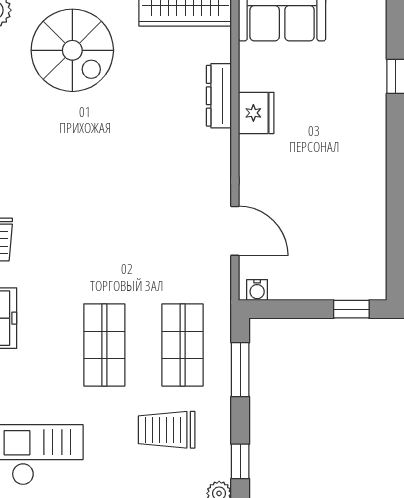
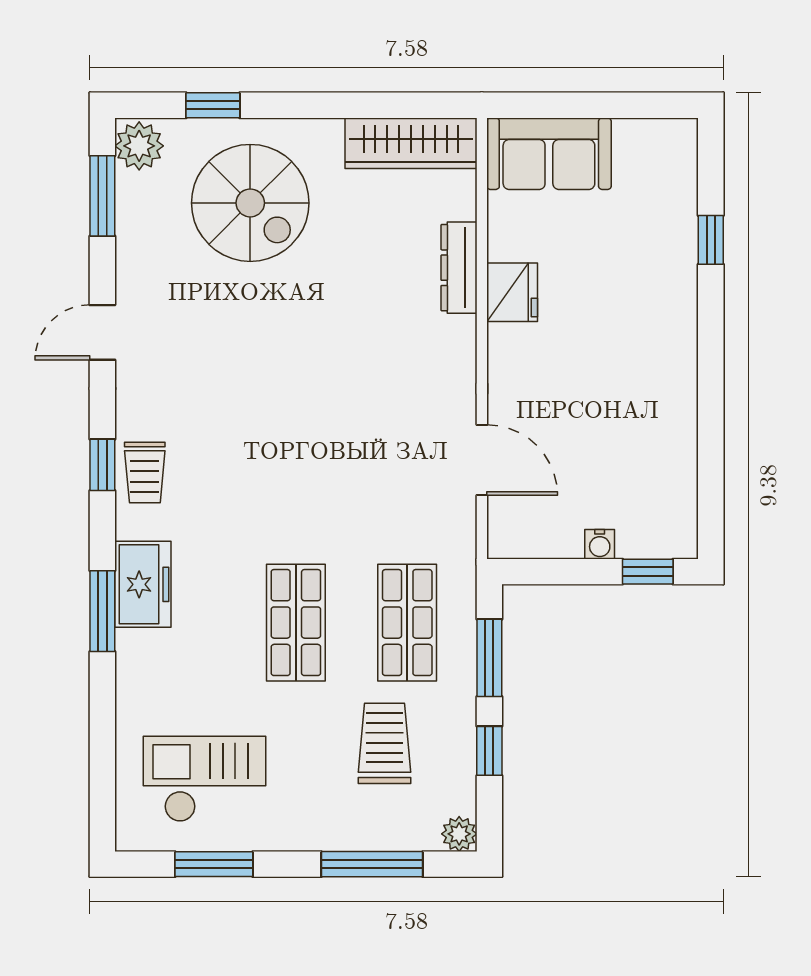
water cooler: (257, 290) -> (600, 544), moved
trolley: (167, 430) -> (385, 743), turned 90
window: (240, 461) -> (489, 751), moved

